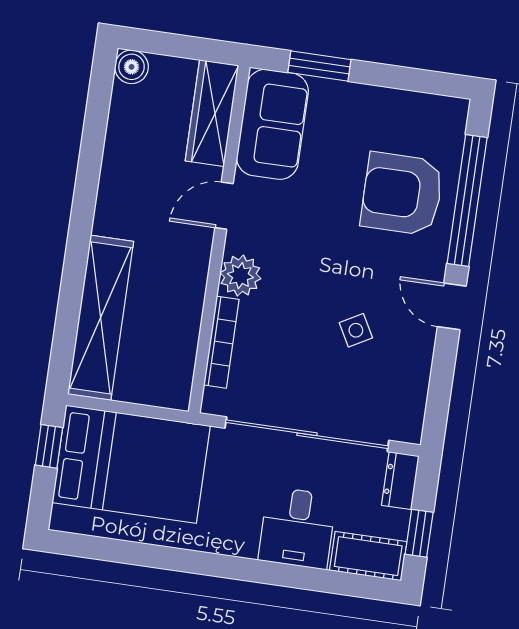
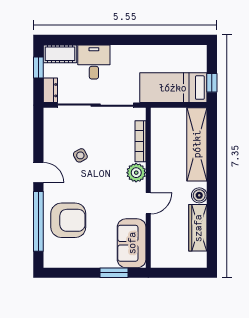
boiler: (132, 67) -> (199, 195), moved
wardrobe: (212, 113) -> (198, 228), moved, turned 180
bed: (131, 464) -> (173, 88), width x0.67

